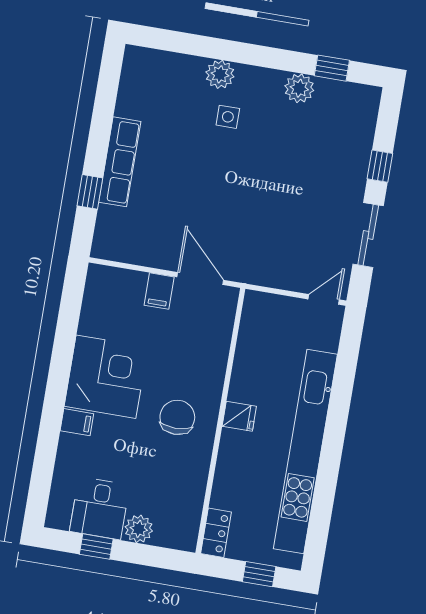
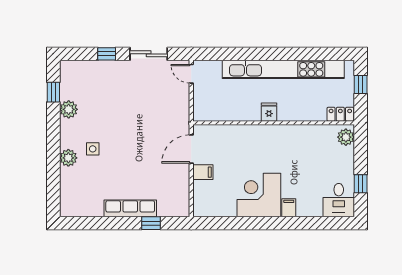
chair: (177, 417) -> (276, 149), removed
desk: (100, 508) -> (339, 200), moved, turned 90
plant: (139, 529) -> (346, 137), moved

